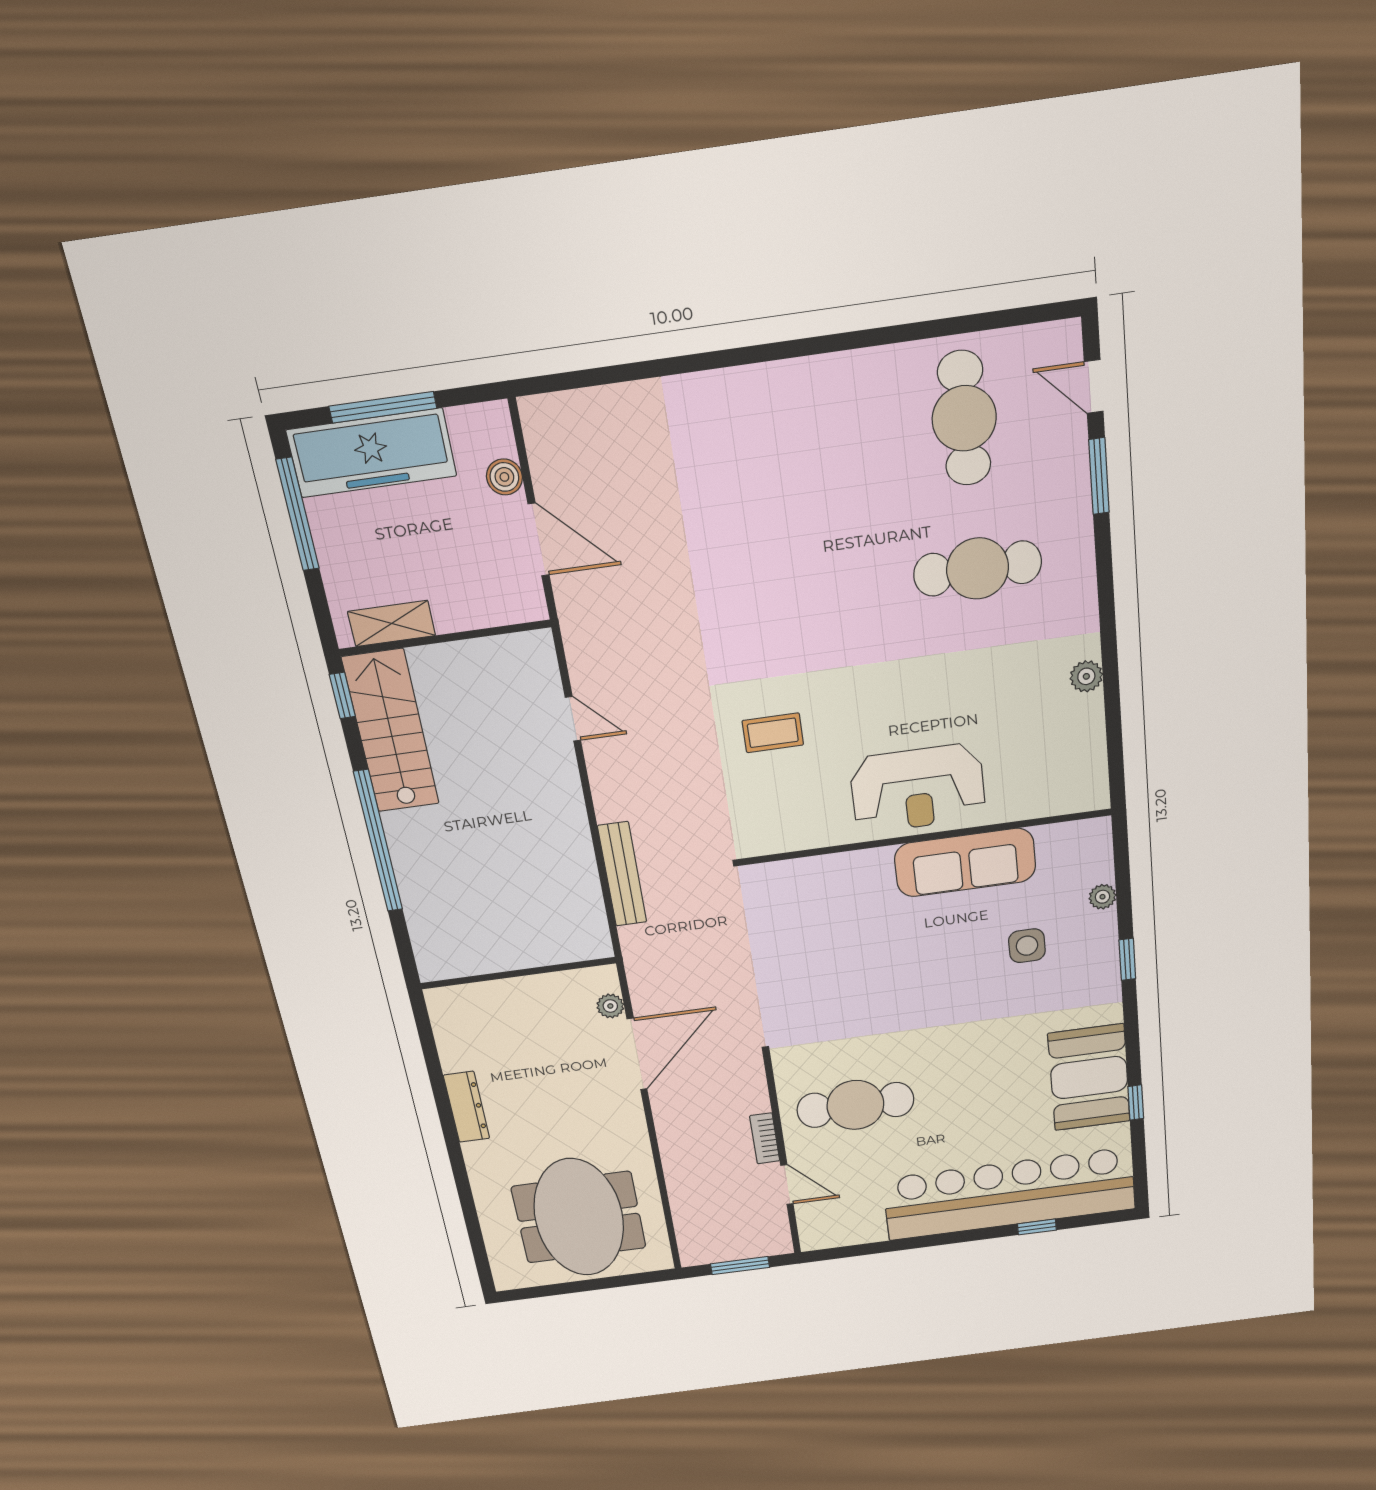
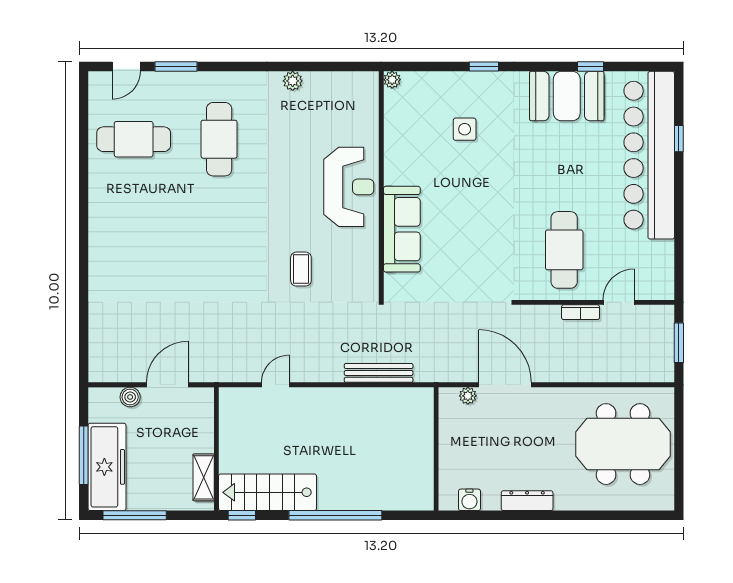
sofa: (965, 863) -> (402, 229), moved
plant: (1102, 897) -> (392, 80), moved
water cooler: (449, 1030) -> (469, 500), added

